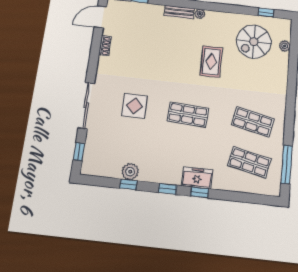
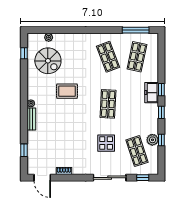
shop shelf: (253, 122) -> (108, 57), turned -33
shop shelf: (117, 148) -> (137, 151), added

